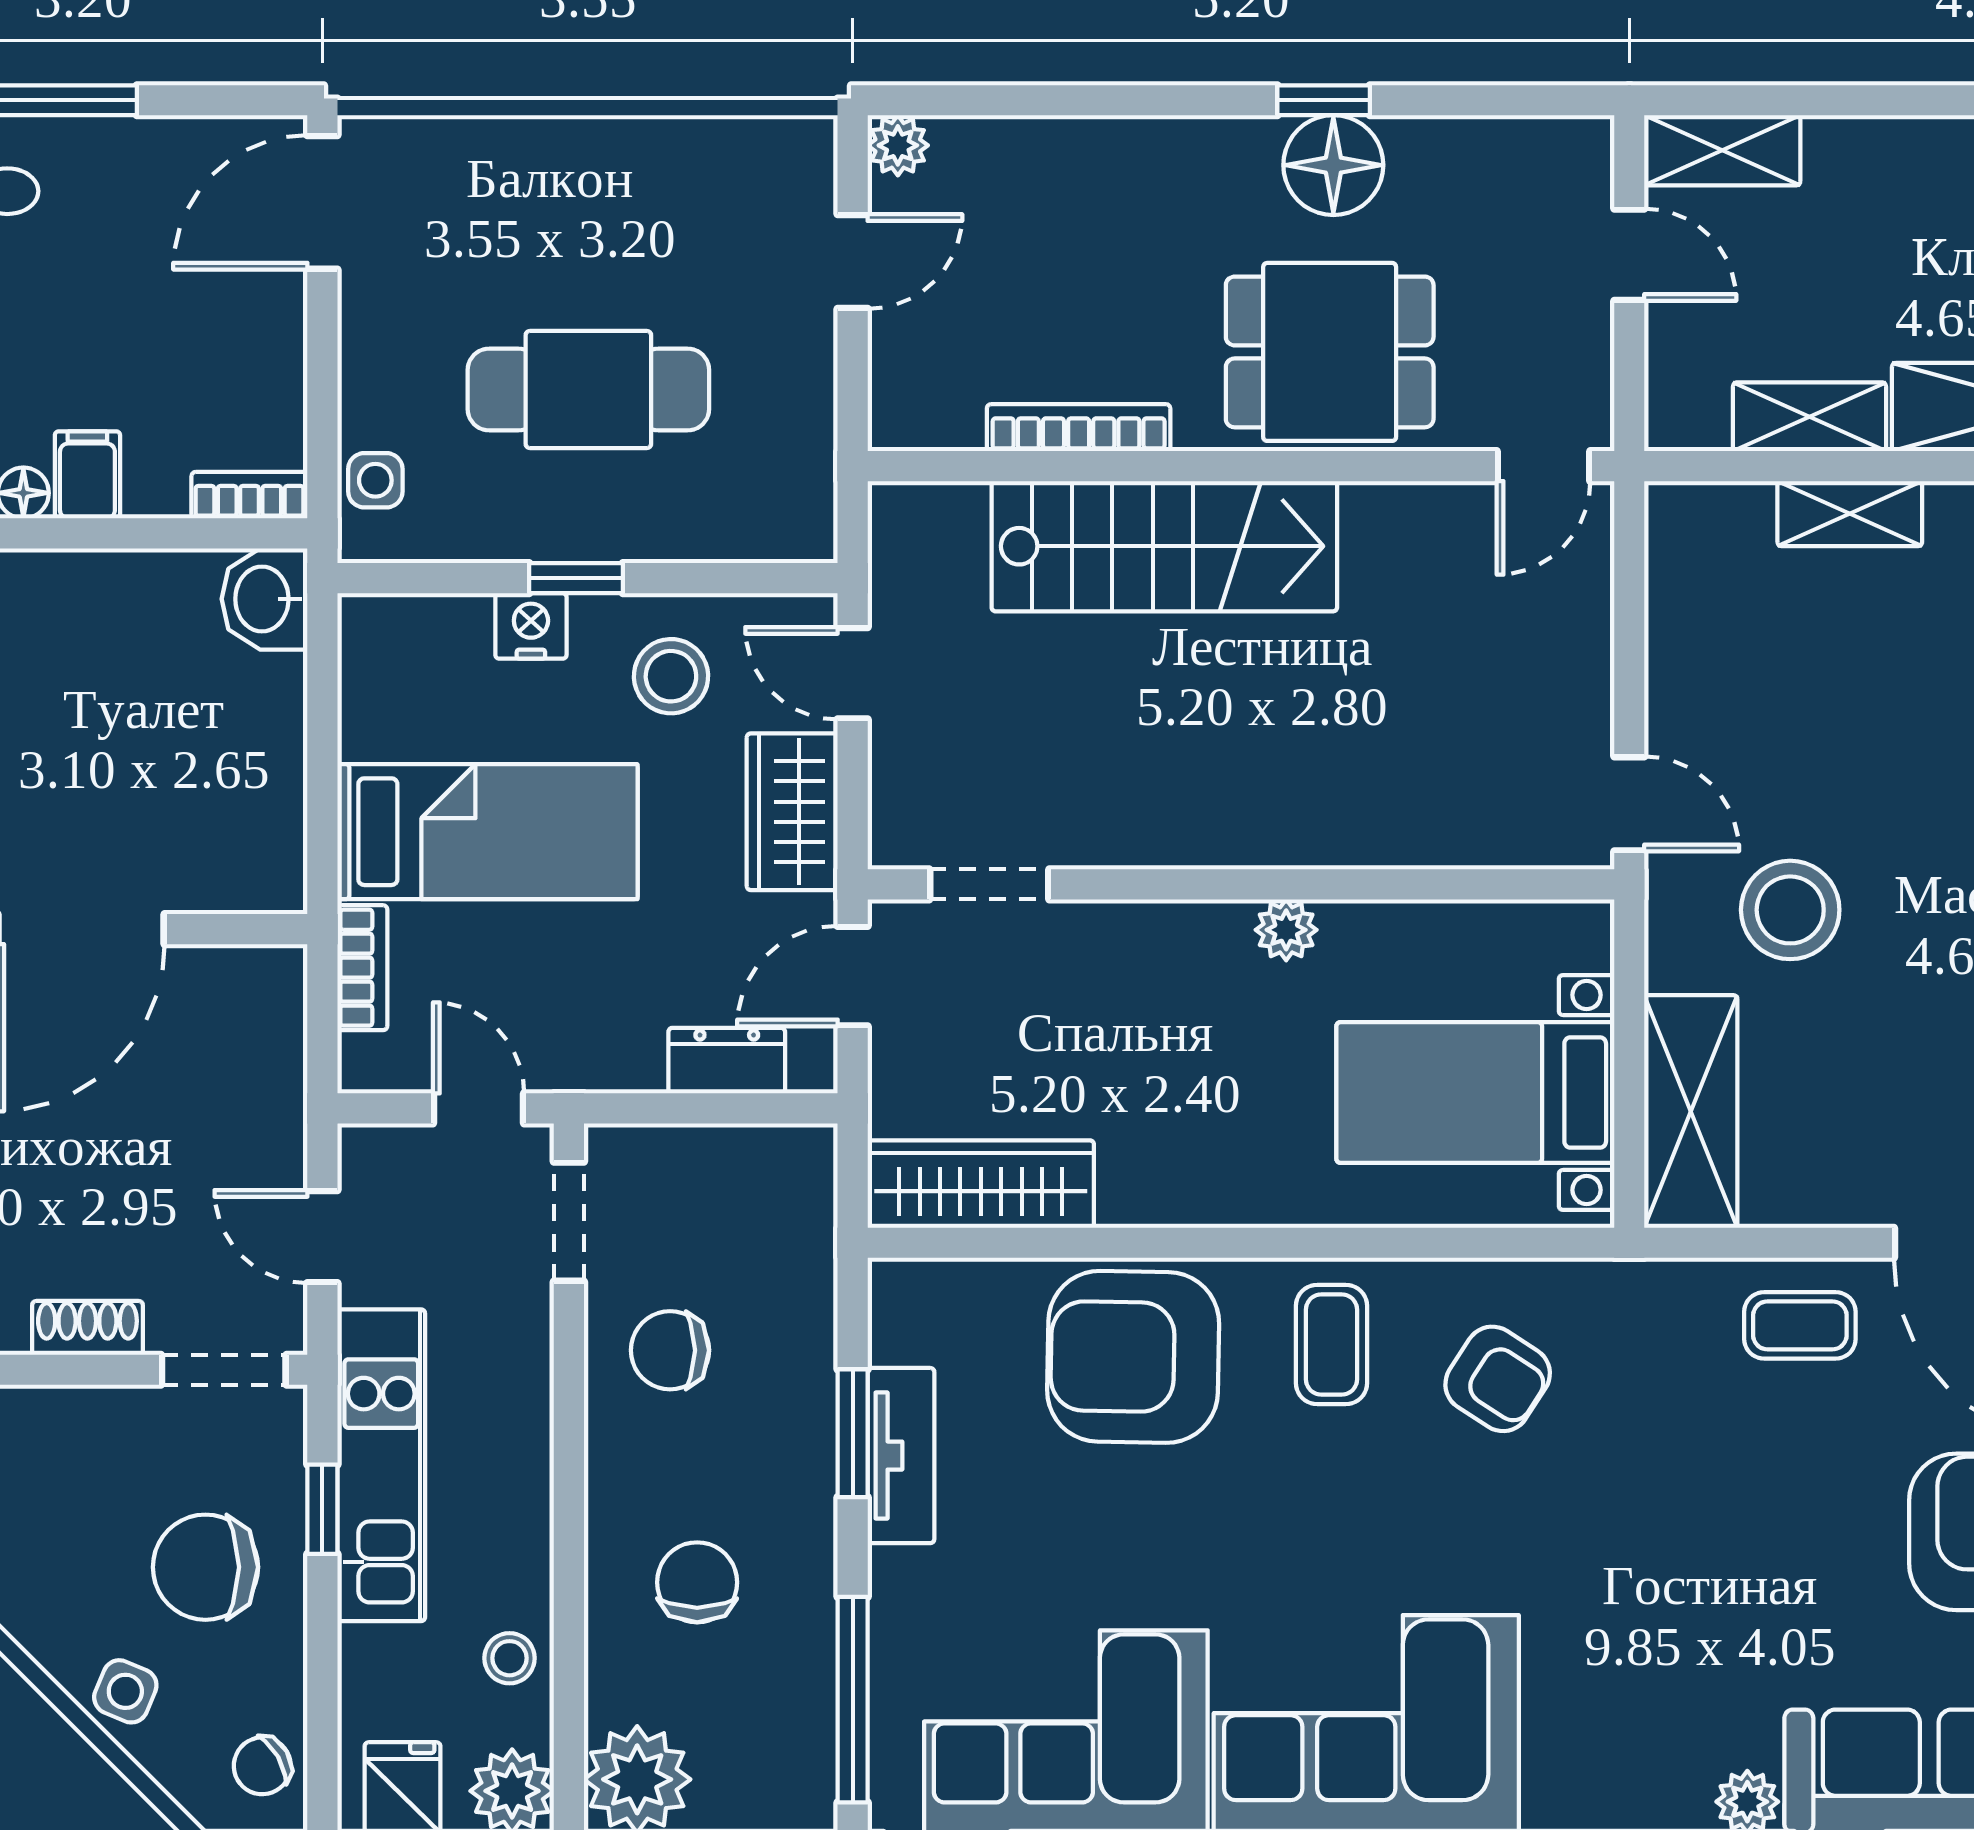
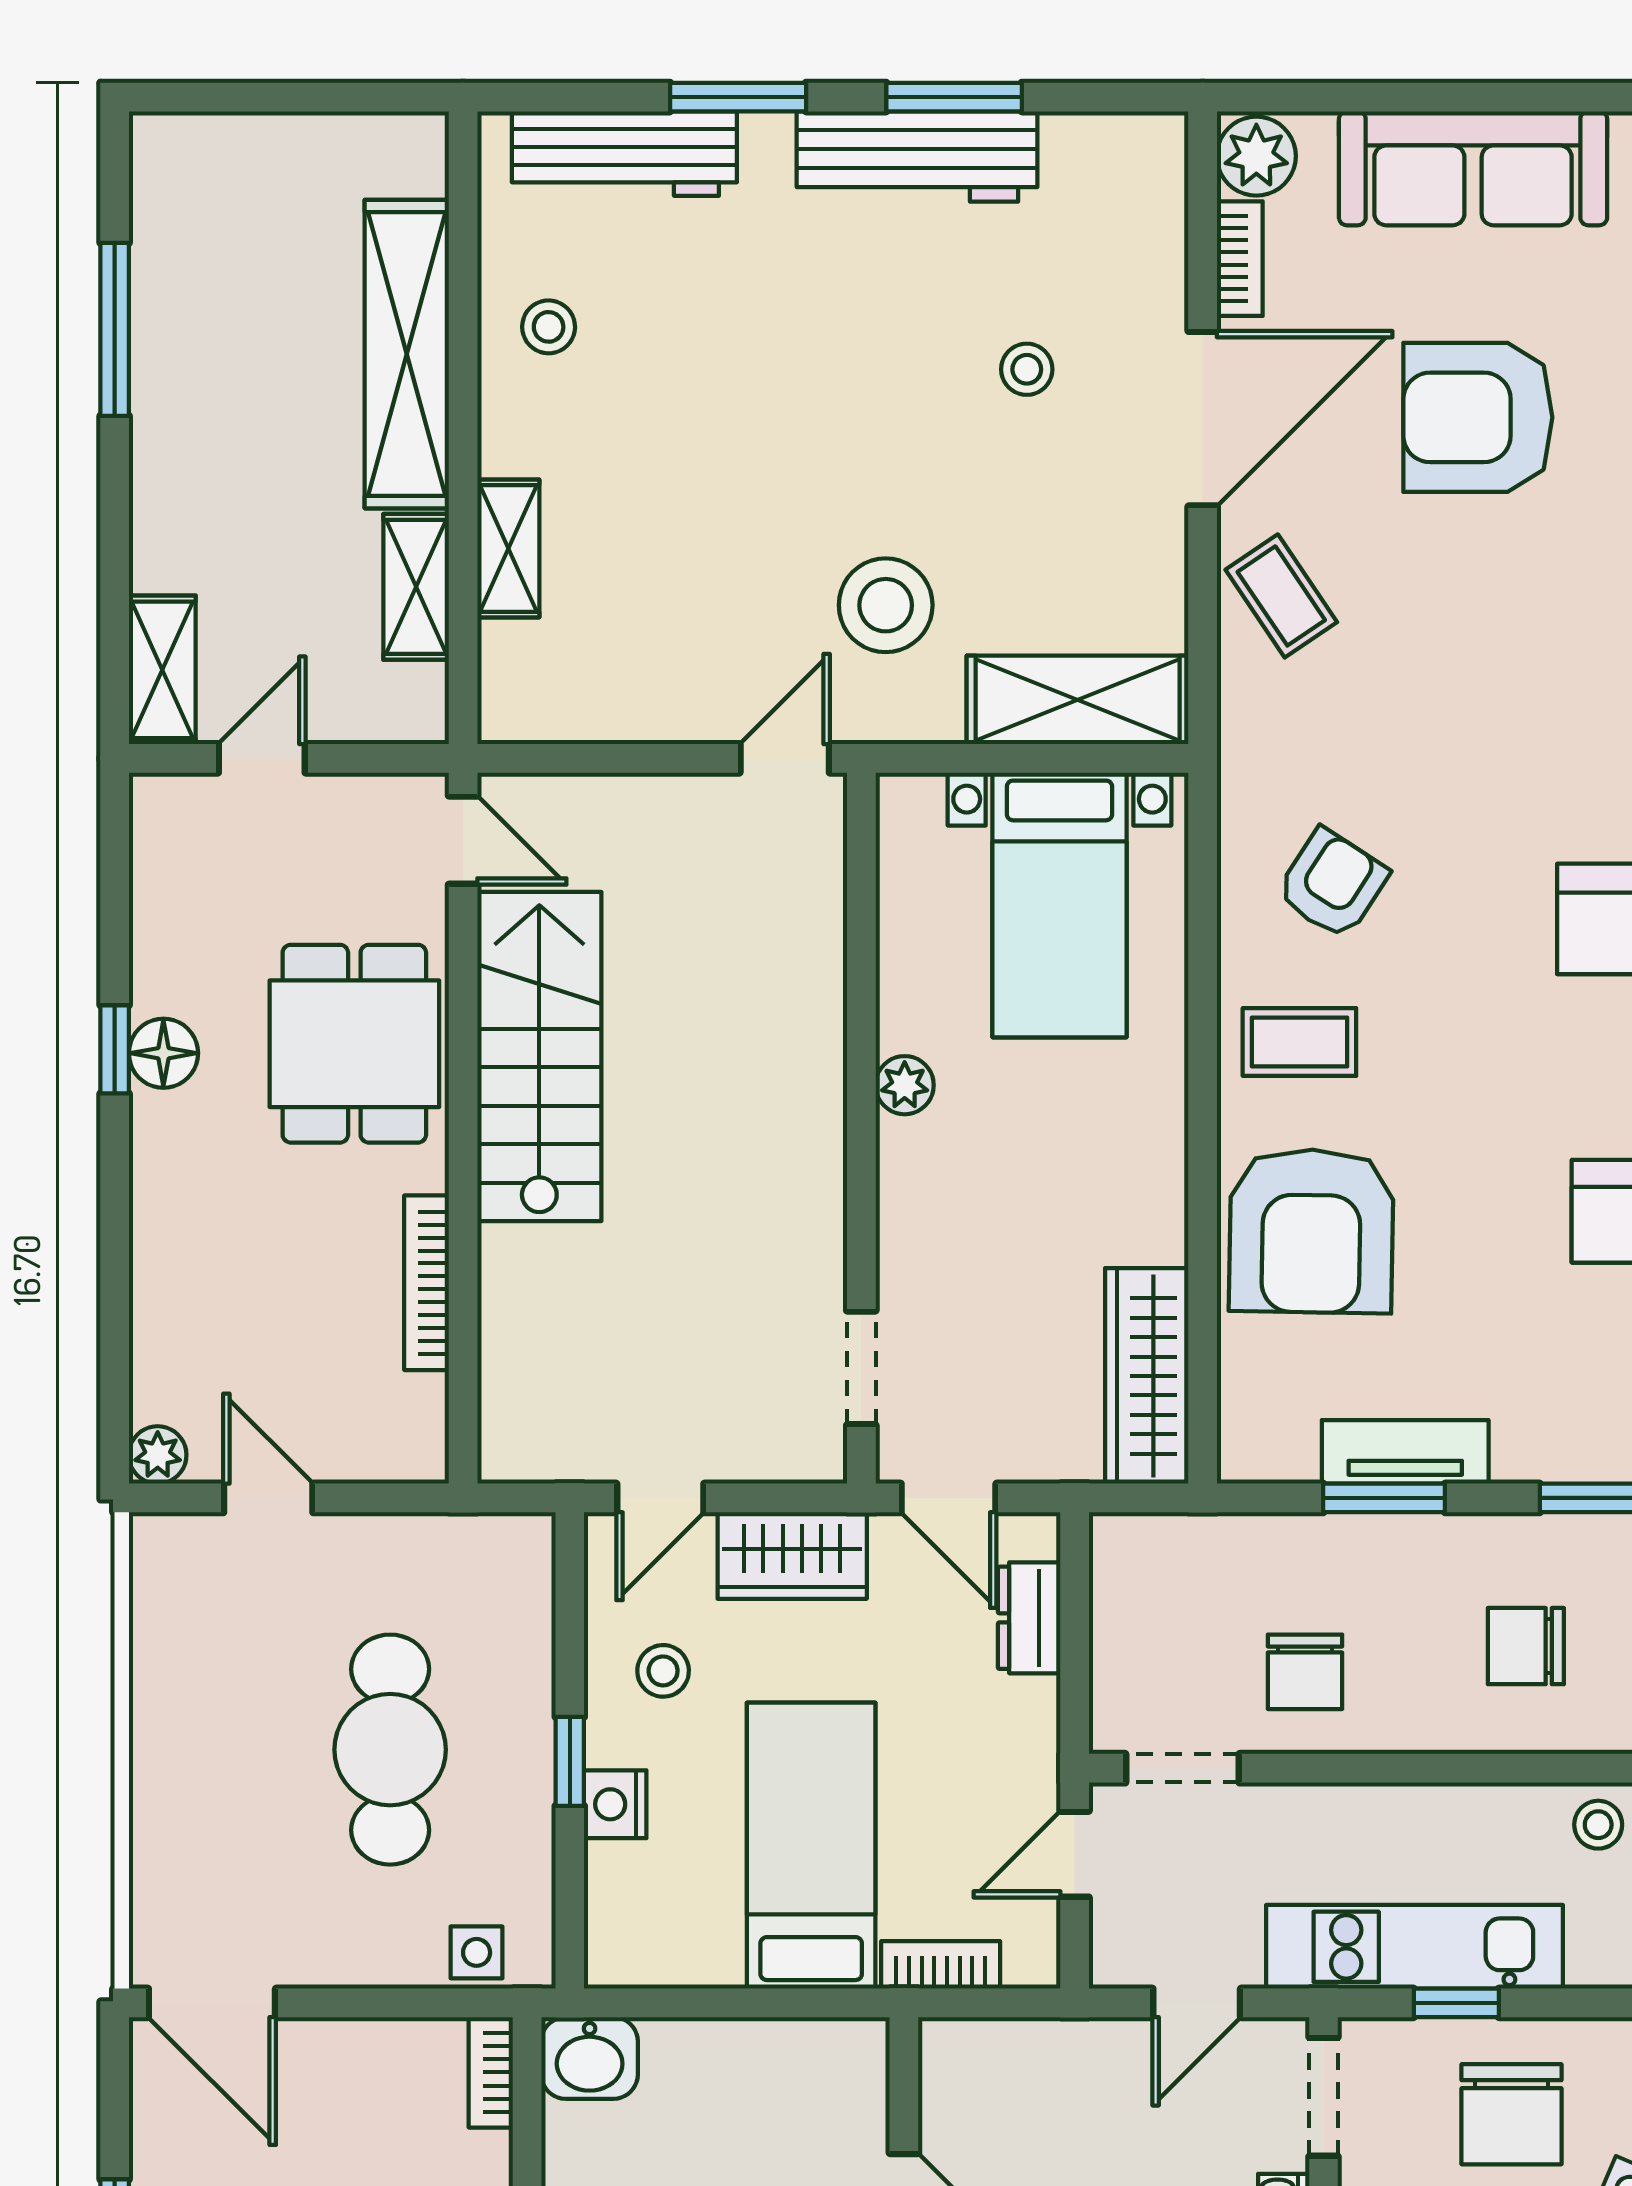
floor lamp: (1333, 165) -> (163, 1053), width x0.73, depth x0.73
stairs: (1164, 546) -> (539, 1057), moved
stool: (671, 676) -> (663, 1671), width x0.73, depth x0.73
coffee table: (1800, 1325) -> (1281, 596), turned -34

